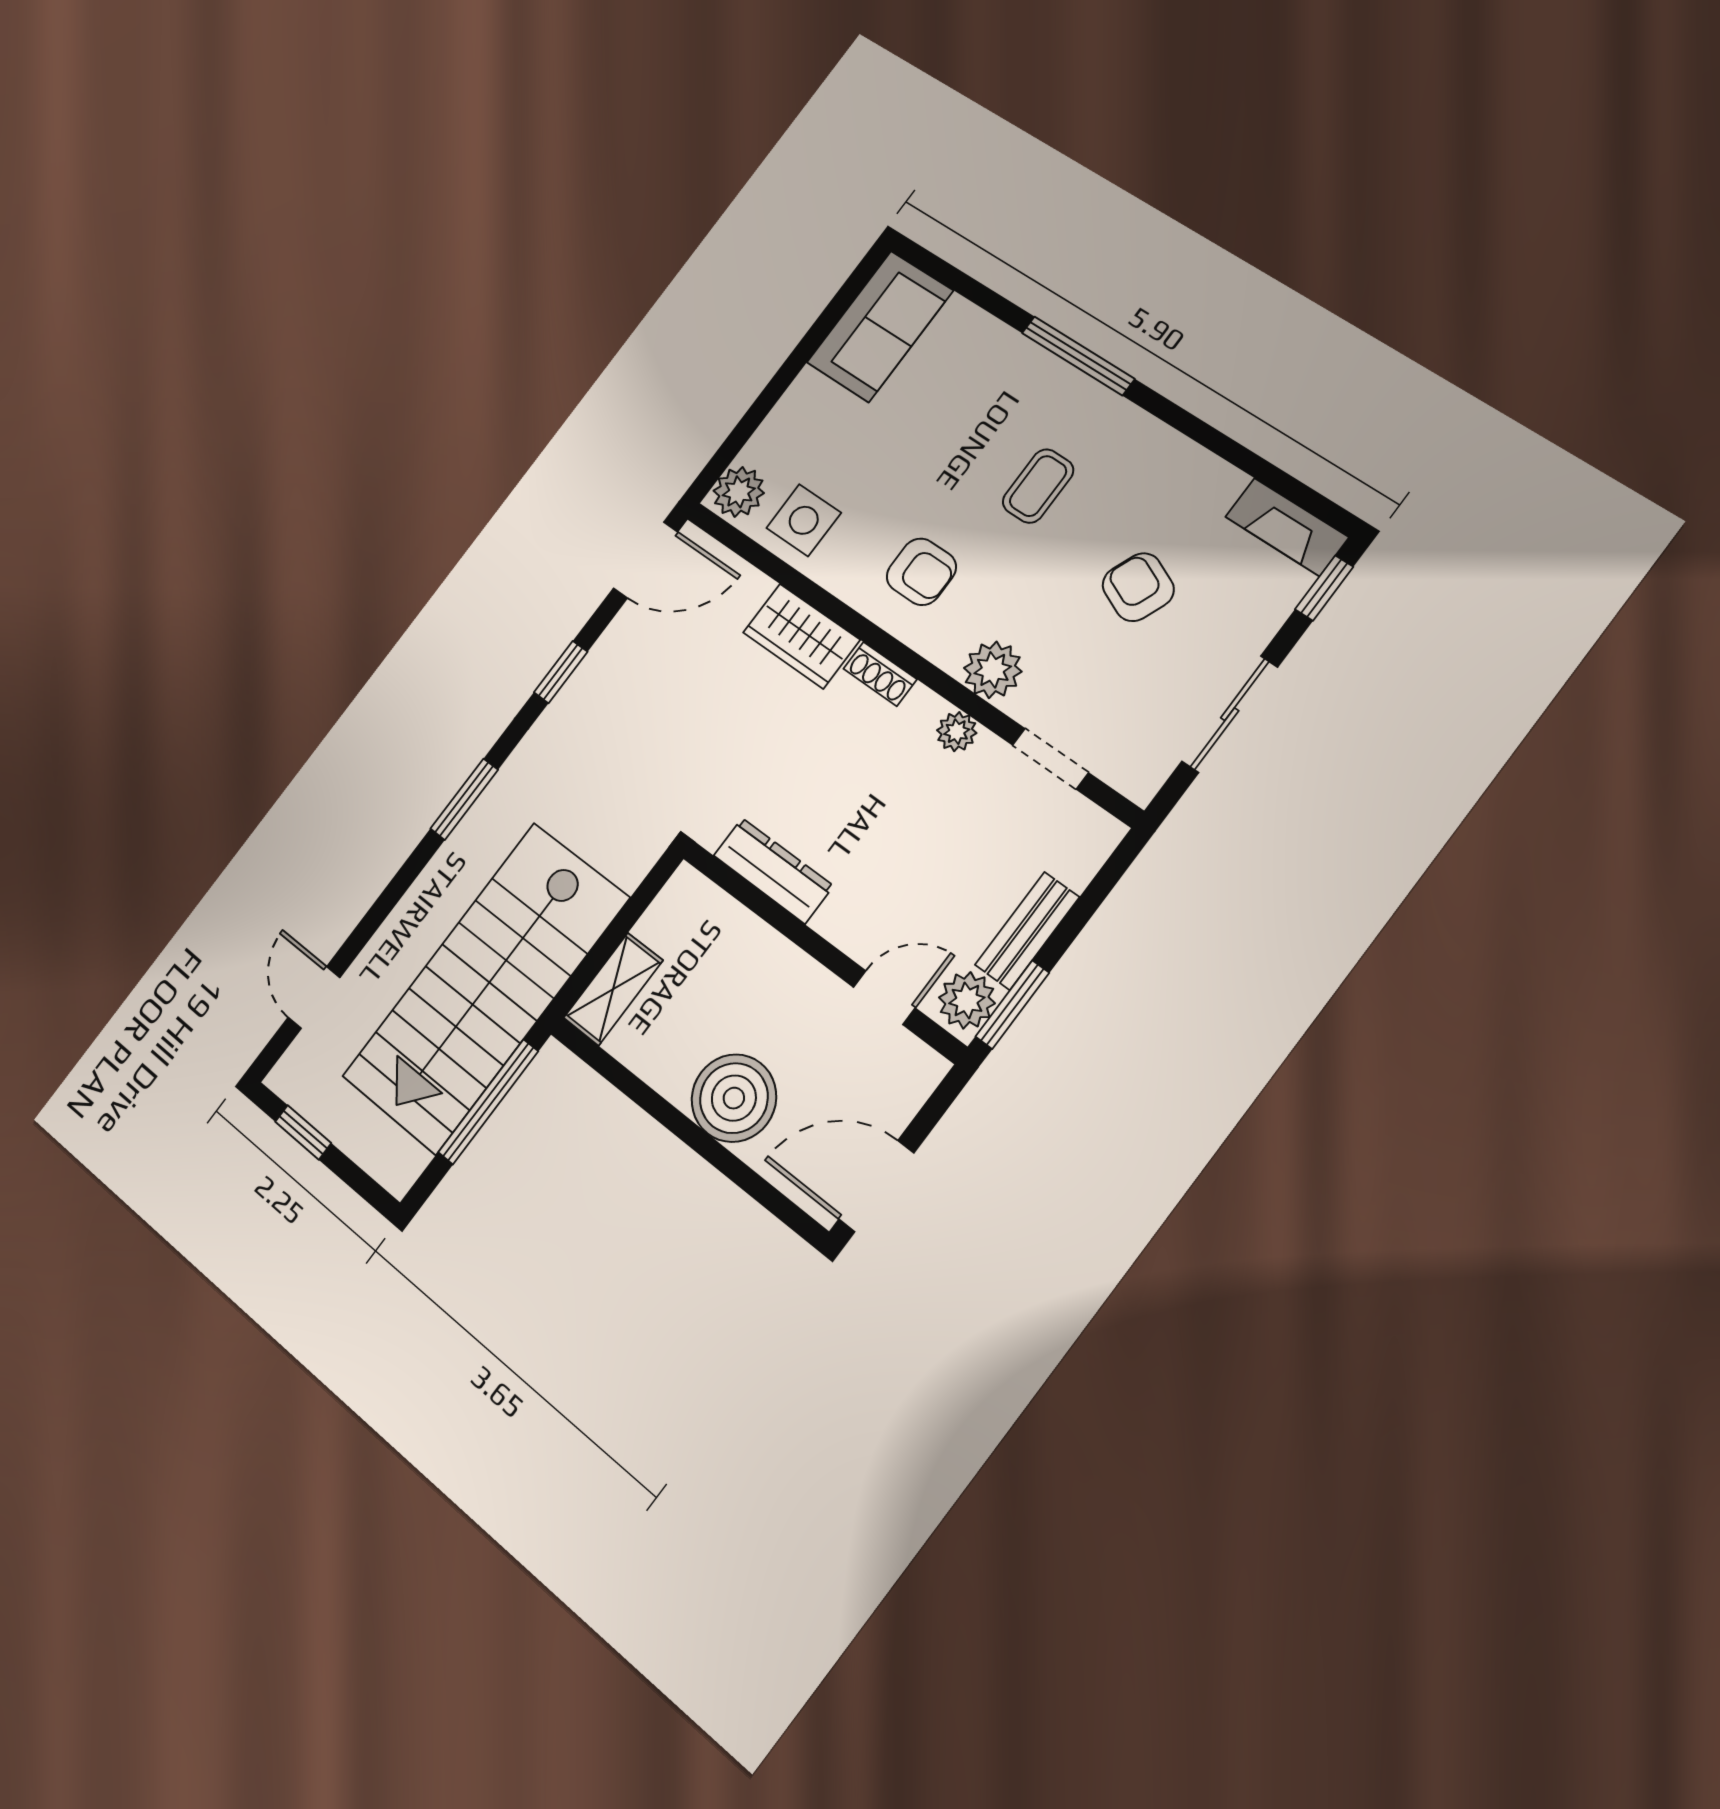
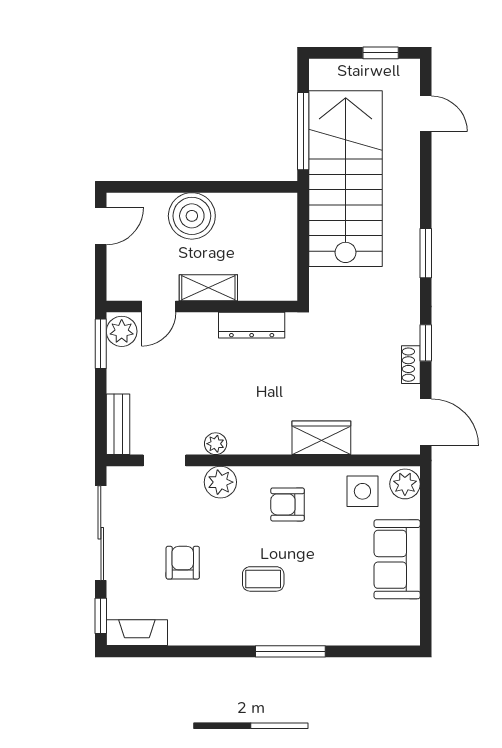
sofa: (880, 326) -> (397, 559), moved
coffee table: (1038, 486) -> (263, 579), turned 90
door: (646, 560) -> (426, 422), swing flipped
armchair: (1138, 587) -> (183, 563), turned -113
shoe rack: (880, 674) -> (411, 365), moved, turned -90
sliding door: (1230, 714) -> (101, 533), width x1.37
bench: (1027, 931) -> (118, 424), moved
shelving: (613, 989) -> (208, 288), moved, turned 90
door: (876, 1186) -> (101, 226), width x0.73

